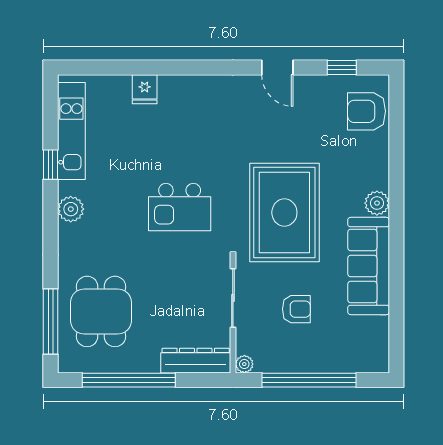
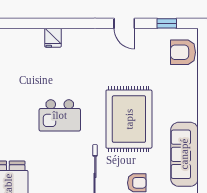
fridge: (145, 89) -> (53, 38), moved
plant: (377, 203) -> (190, 113), removed

